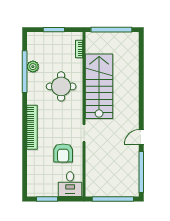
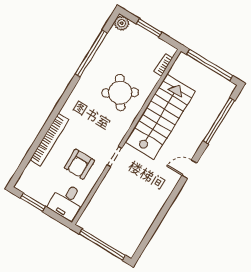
plant: (33, 67) -> (122, 23), moved
round table: (61, 86) -> (120, 93), turned -33
bookcase: (32, 127) -> (49, 140), moved
door: (141, 137) -> (189, 169), moved
window: (141, 172) -> (219, 121), moved

